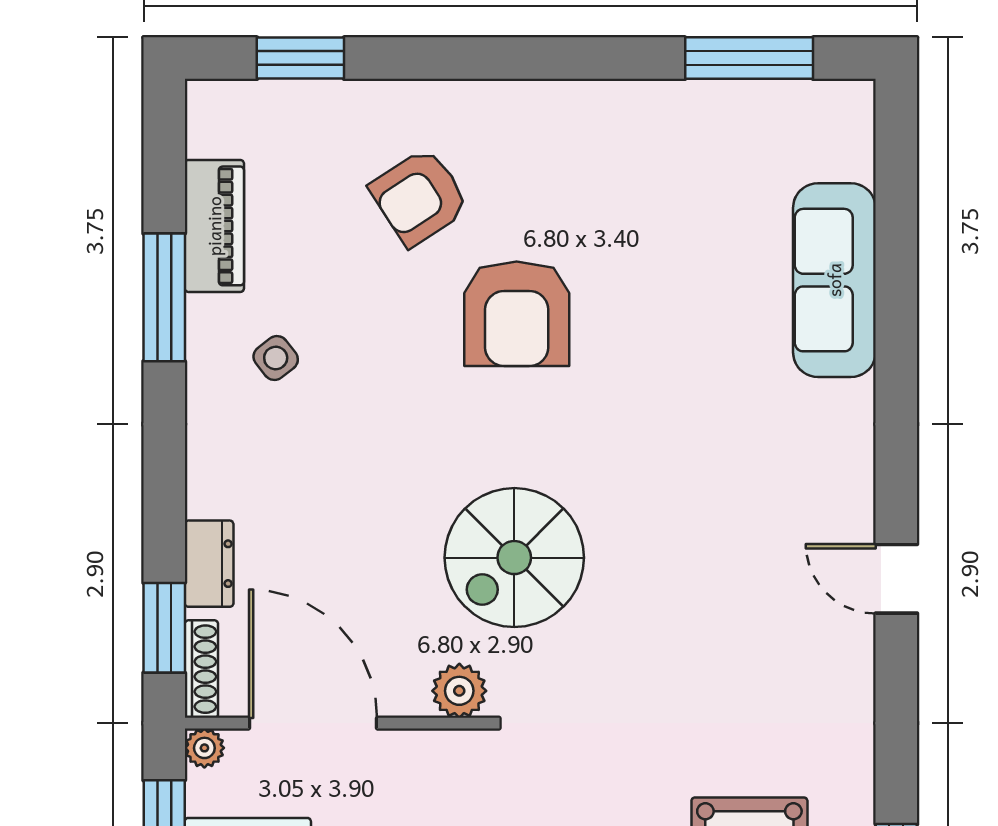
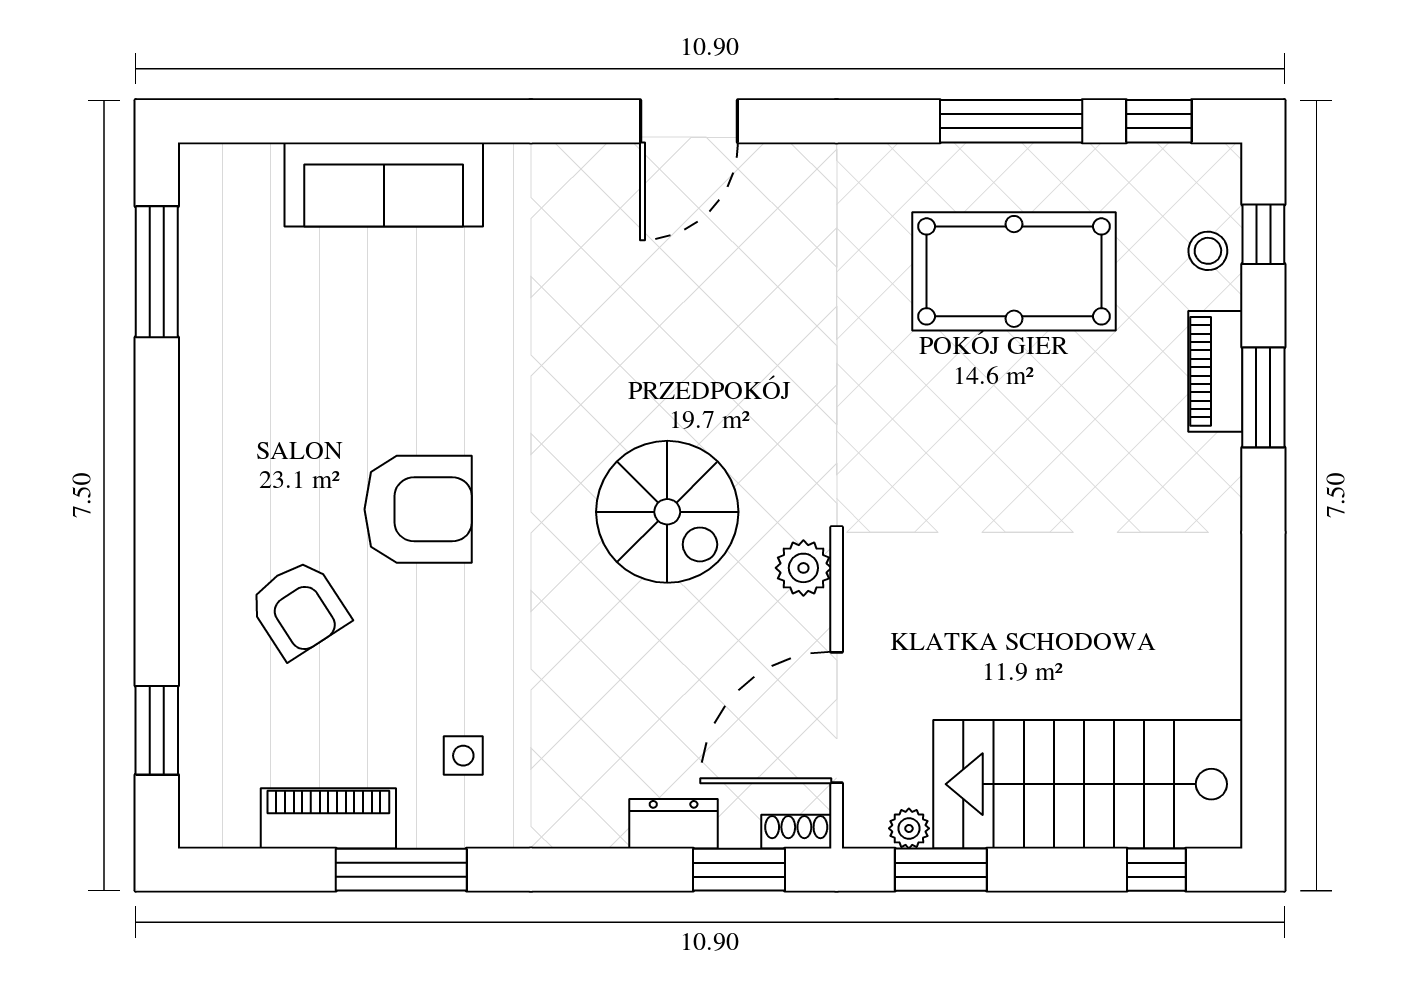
side table: (276, 358) -> (463, 756), turned 38
door: (896, 579) -> (689, 121), width x1.38
shoe rack: (201, 669) -> (796, 832), width x0.70
plant: (204, 748) -> (909, 828), moved

